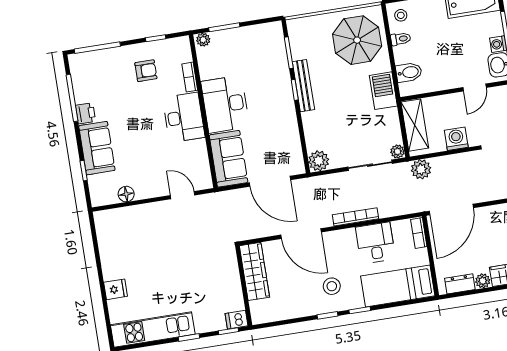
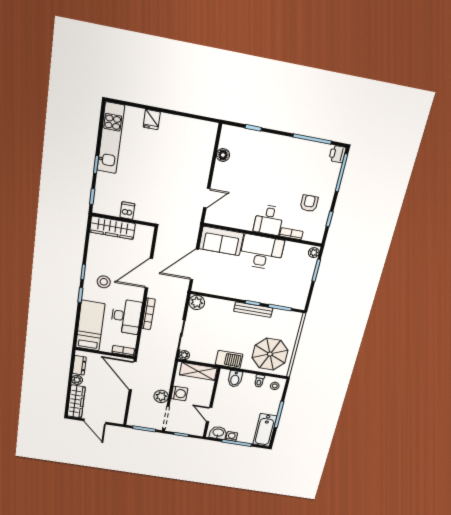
armchair: (146, 71) -> (309, 203), turned 180
printer: (86, 113) -> (337, 154), moved, turned 90
desk: (184, 117) -> (269, 220), width x0.73
sofa: (97, 148) -> (267, 145), removed
plant: (421, 169) -> (161, 396), moved
desk: (375, 243) -> (126, 317), width x1.37
wardrobe: (254, 271) -> (112, 228), moved
dishwasher: (237, 320) -> (127, 211), moved

